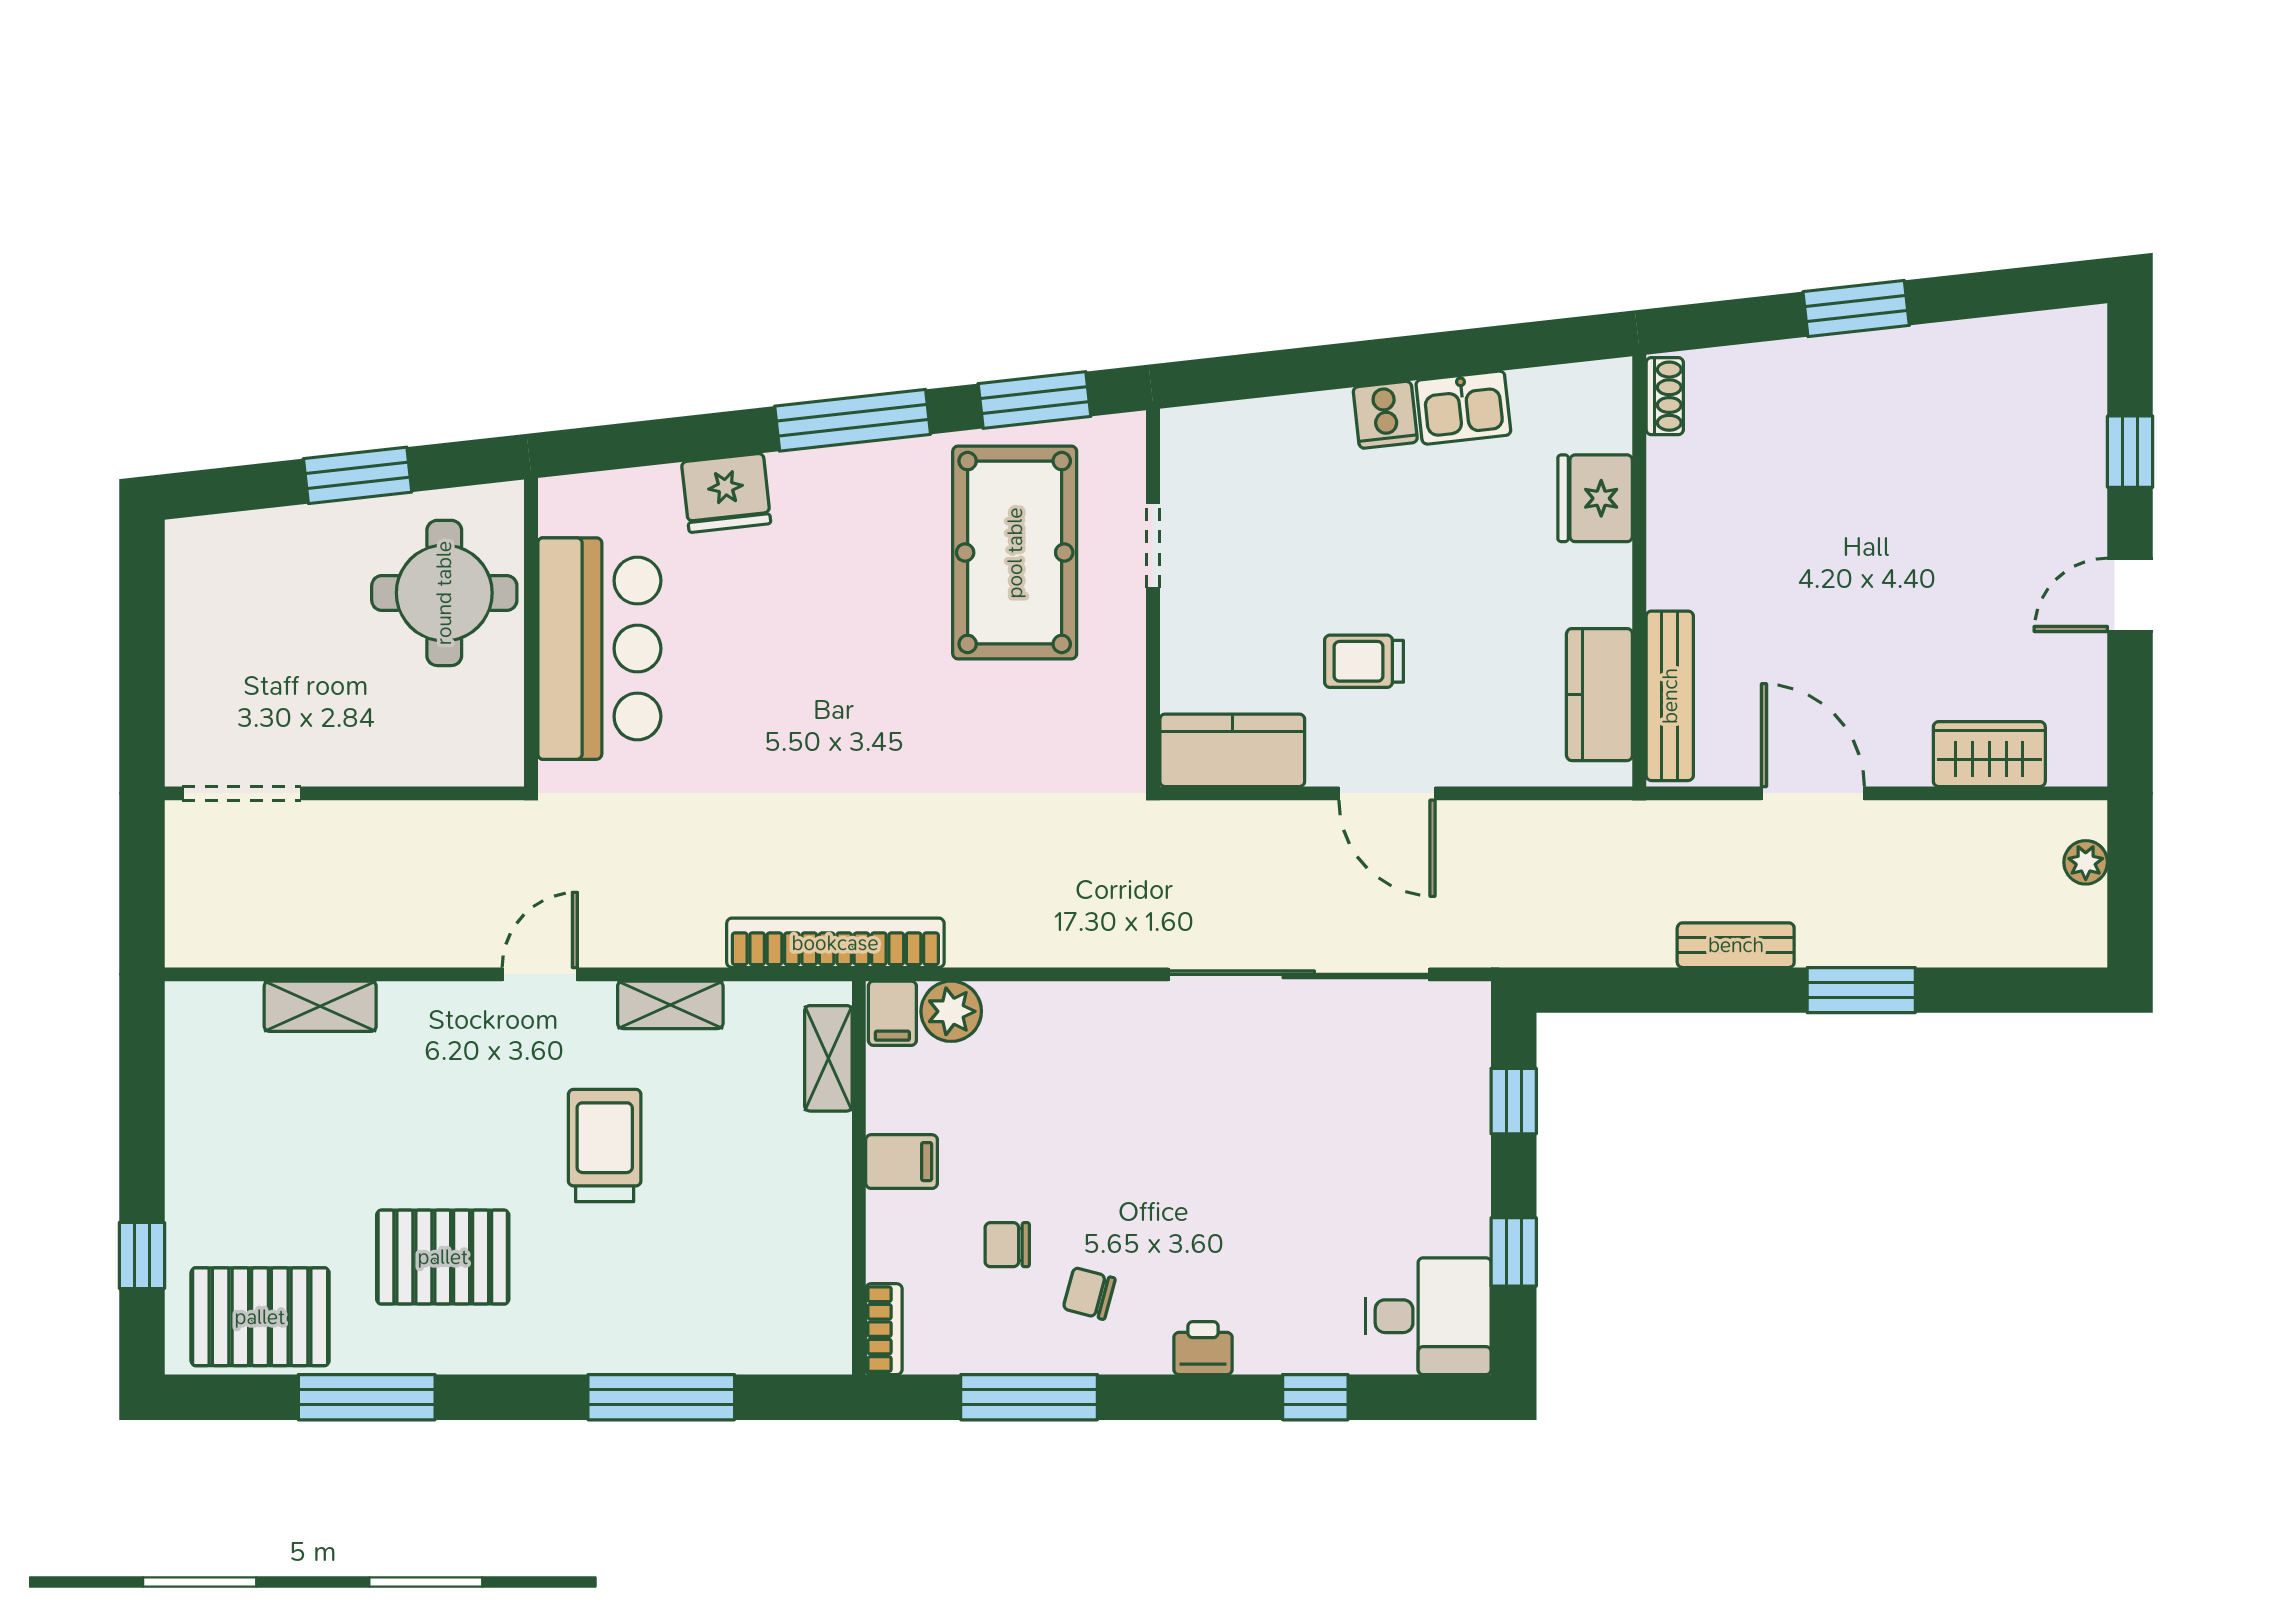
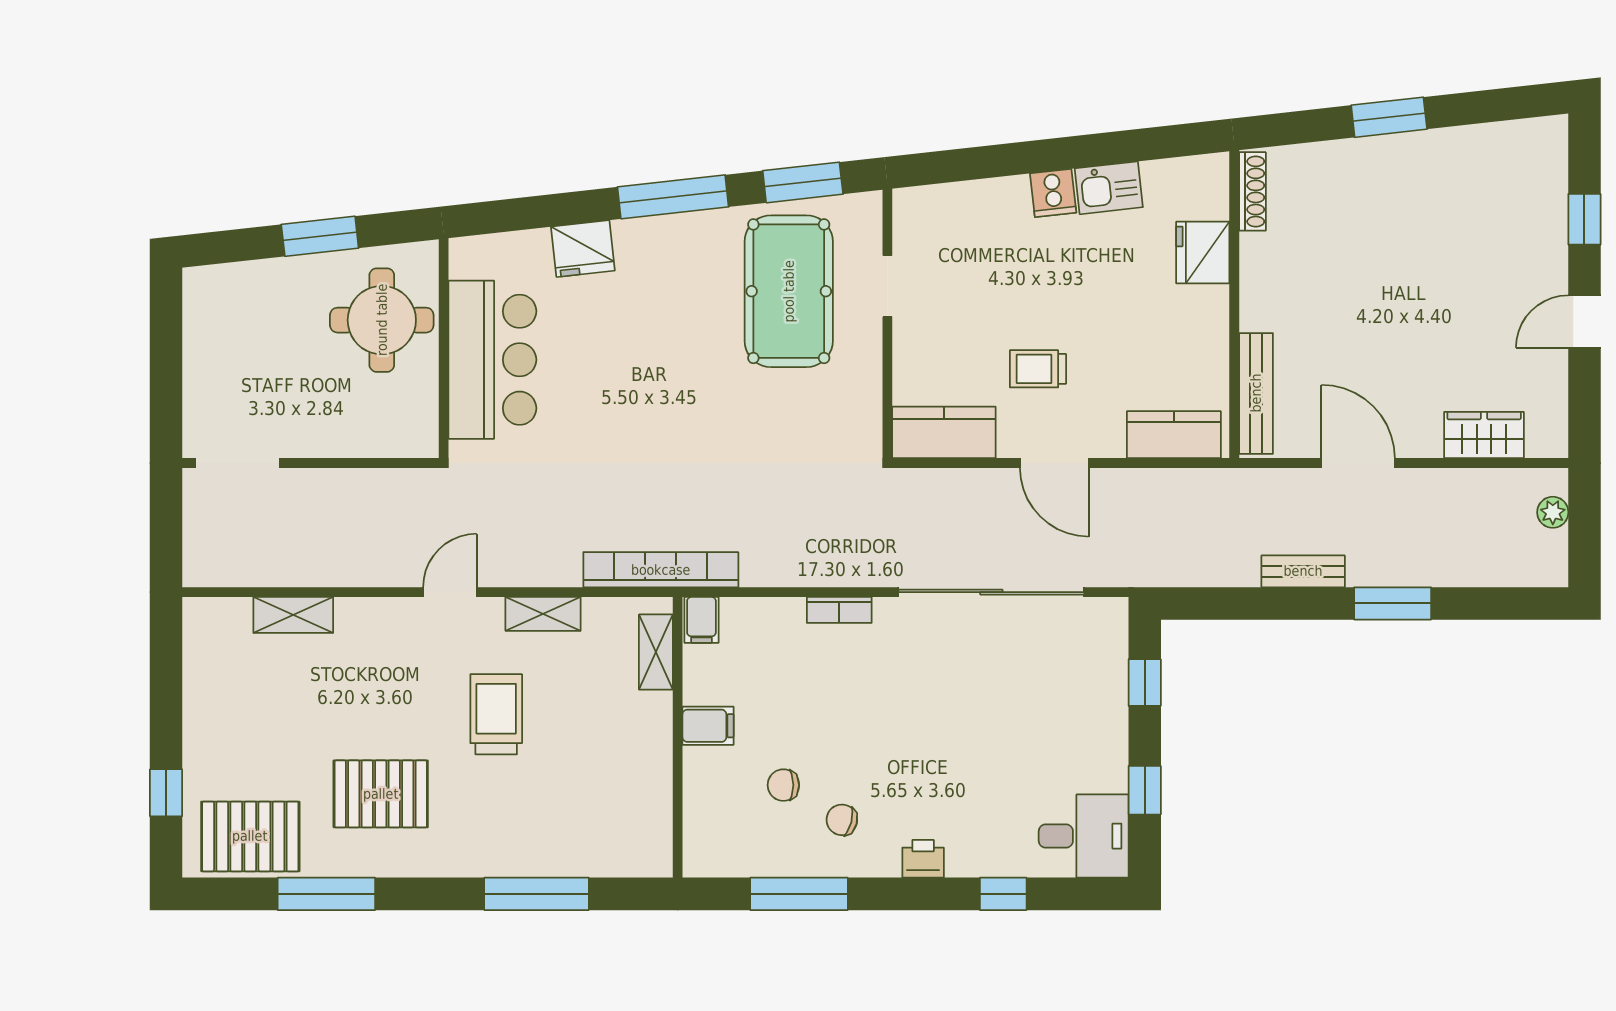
shoe rack: (1665, 396) -> (1252, 191), width x1.43
kitchen counter: (1599, 695) -> (1174, 435), moved, turned 90
plant: (951, 1011) -> (743, 619), removed
bookcase: (884, 1329) -> (839, 610), moved, turned 90

